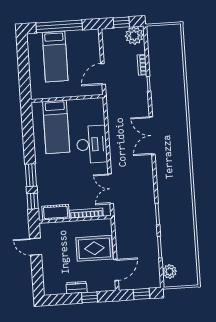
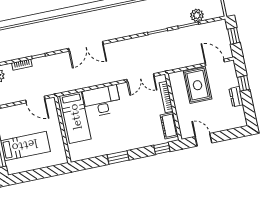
bed: (56, 127) -> (75, 117), moved, turned 90
window: (31, 175) -> (118, 157), moved
door: (36, 247) -> (203, 140), swing flipped
plant: (170, 272) -> (197, 15), moved

